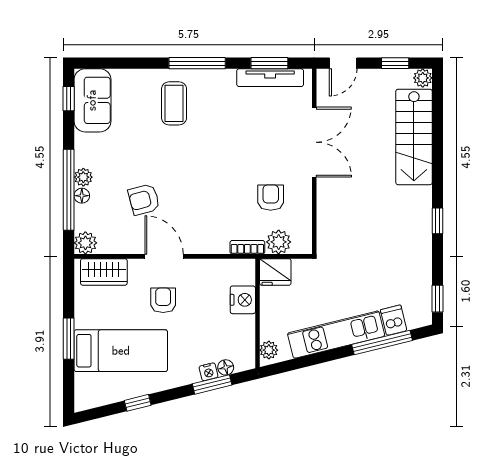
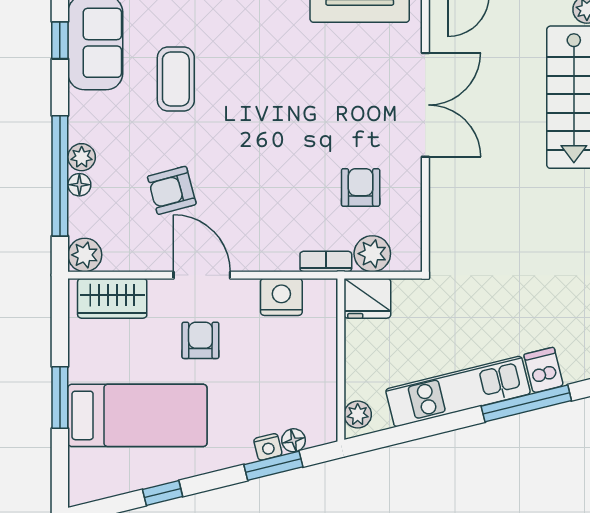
coffee table: (174, 103) -> (176, 79), moved
nightstand: (243, 300) -> (281, 297), moved, turned -90

